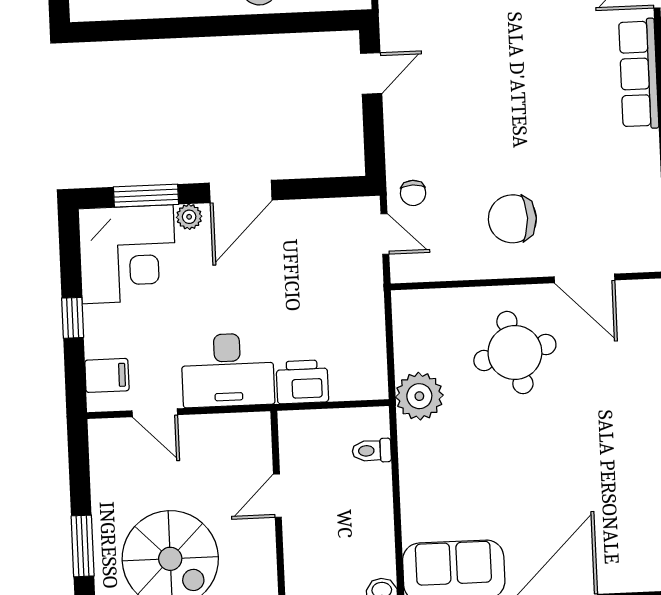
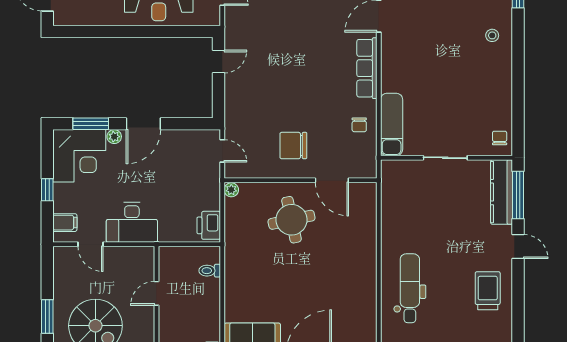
chair: (413, 193) -> (359, 125), moved
printer: (302, 382) -> (209, 225), moved, turned -90
plant: (419, 396) -> (231, 190), moved, width x0.53, depth x0.53

